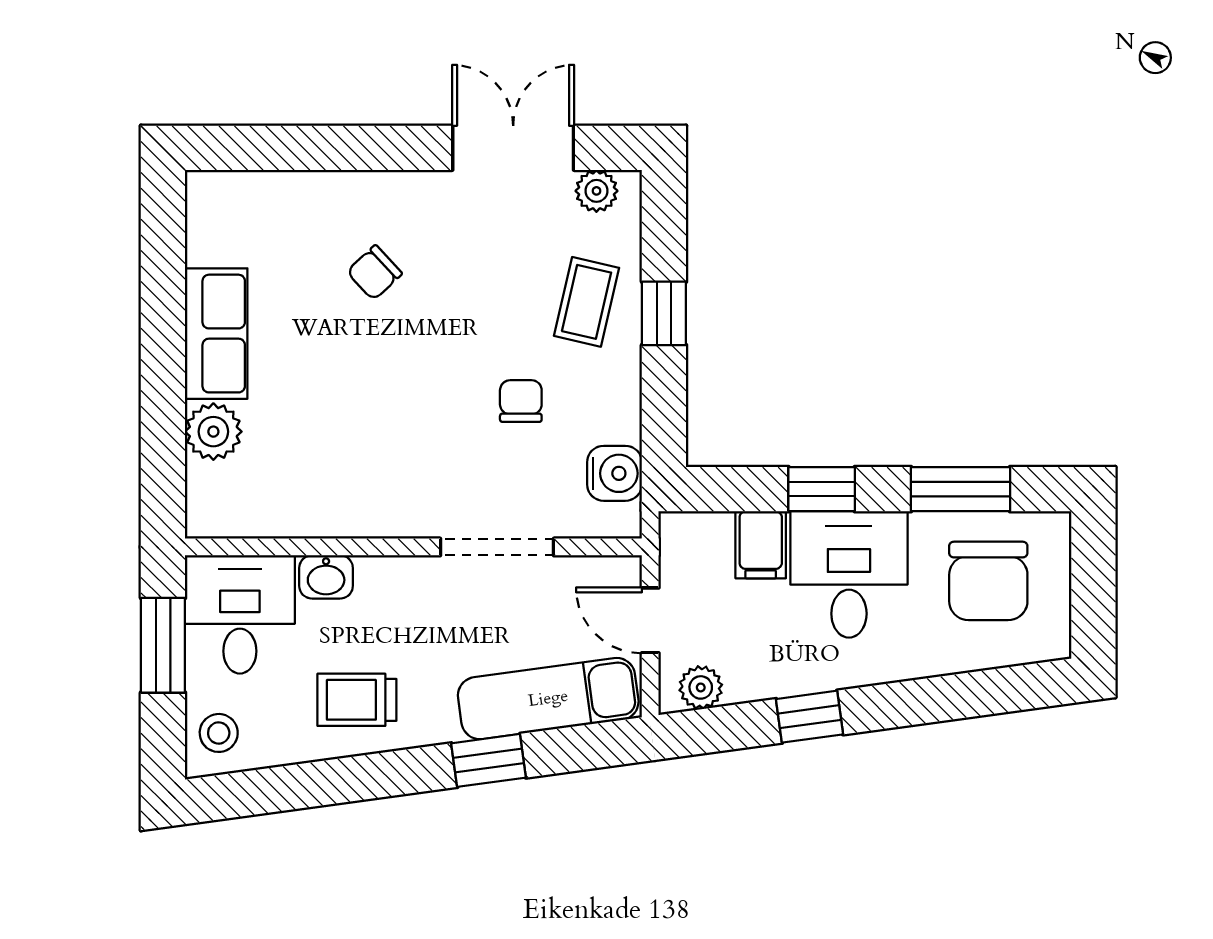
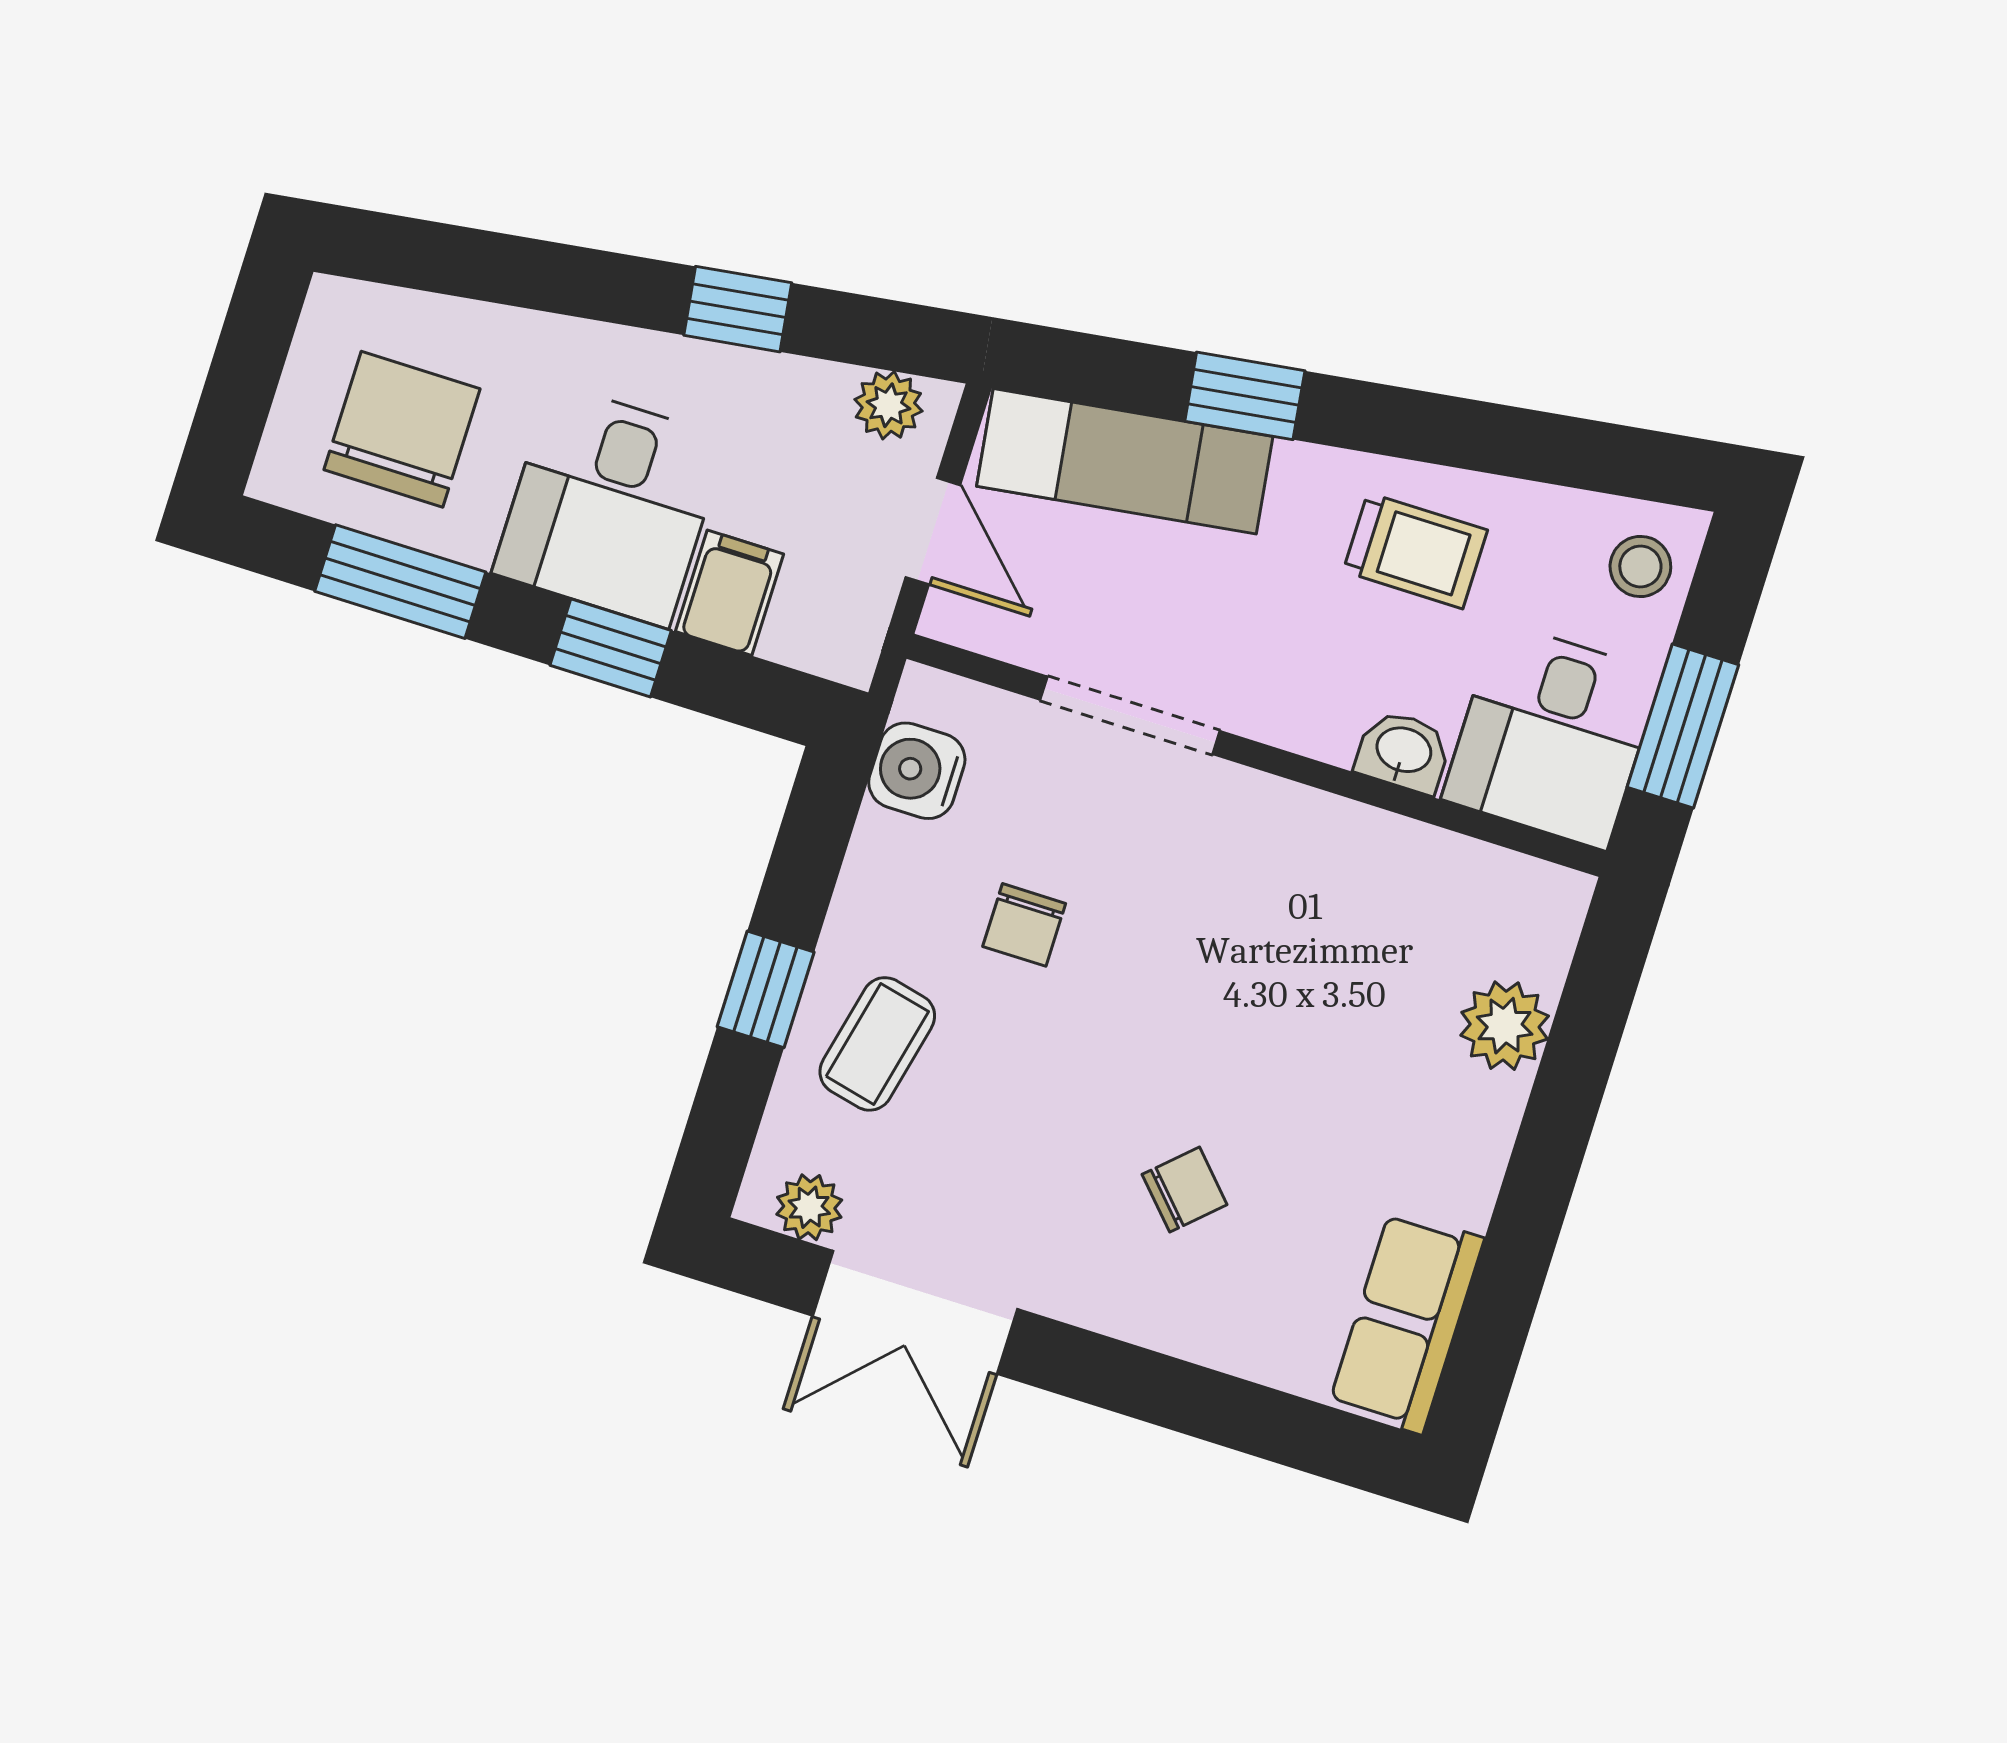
row of seats: (216, 334) -> (1406, 1322), moved

